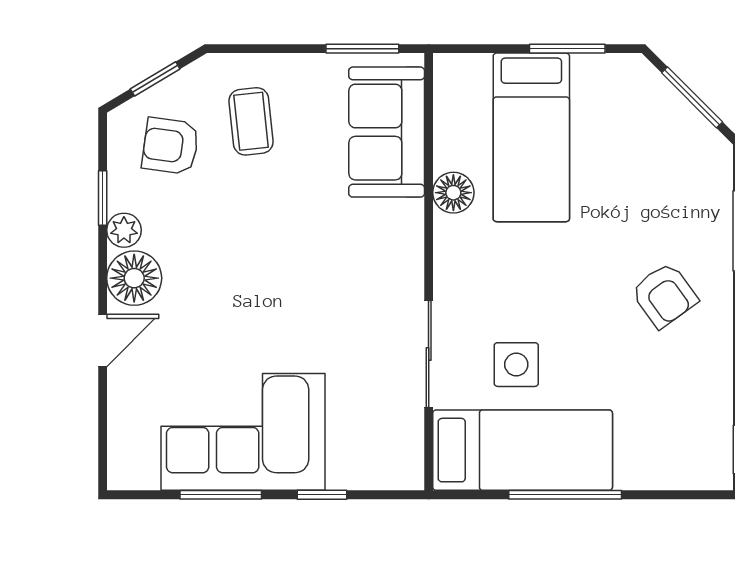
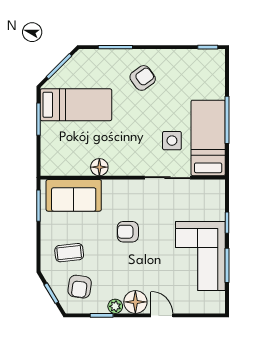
bed: (531, 137) -> (76, 105), moved
armchair: (300, 260) -> (128, 232), added

